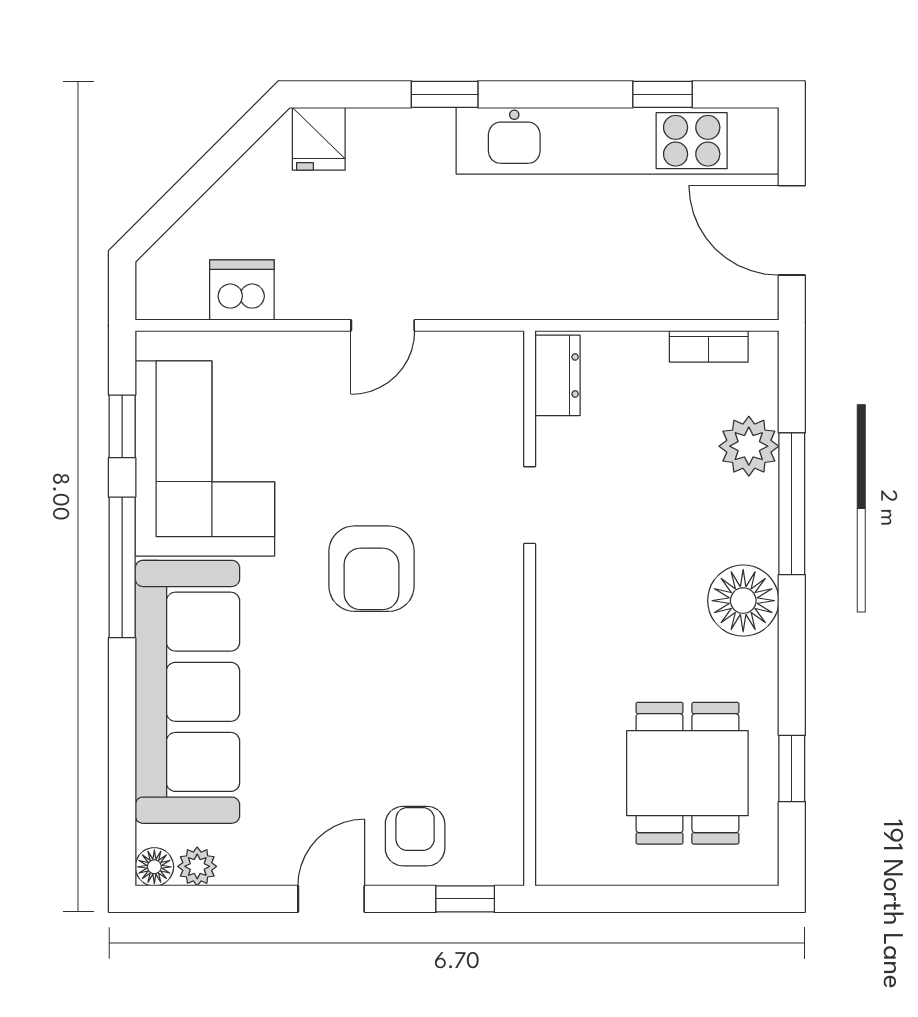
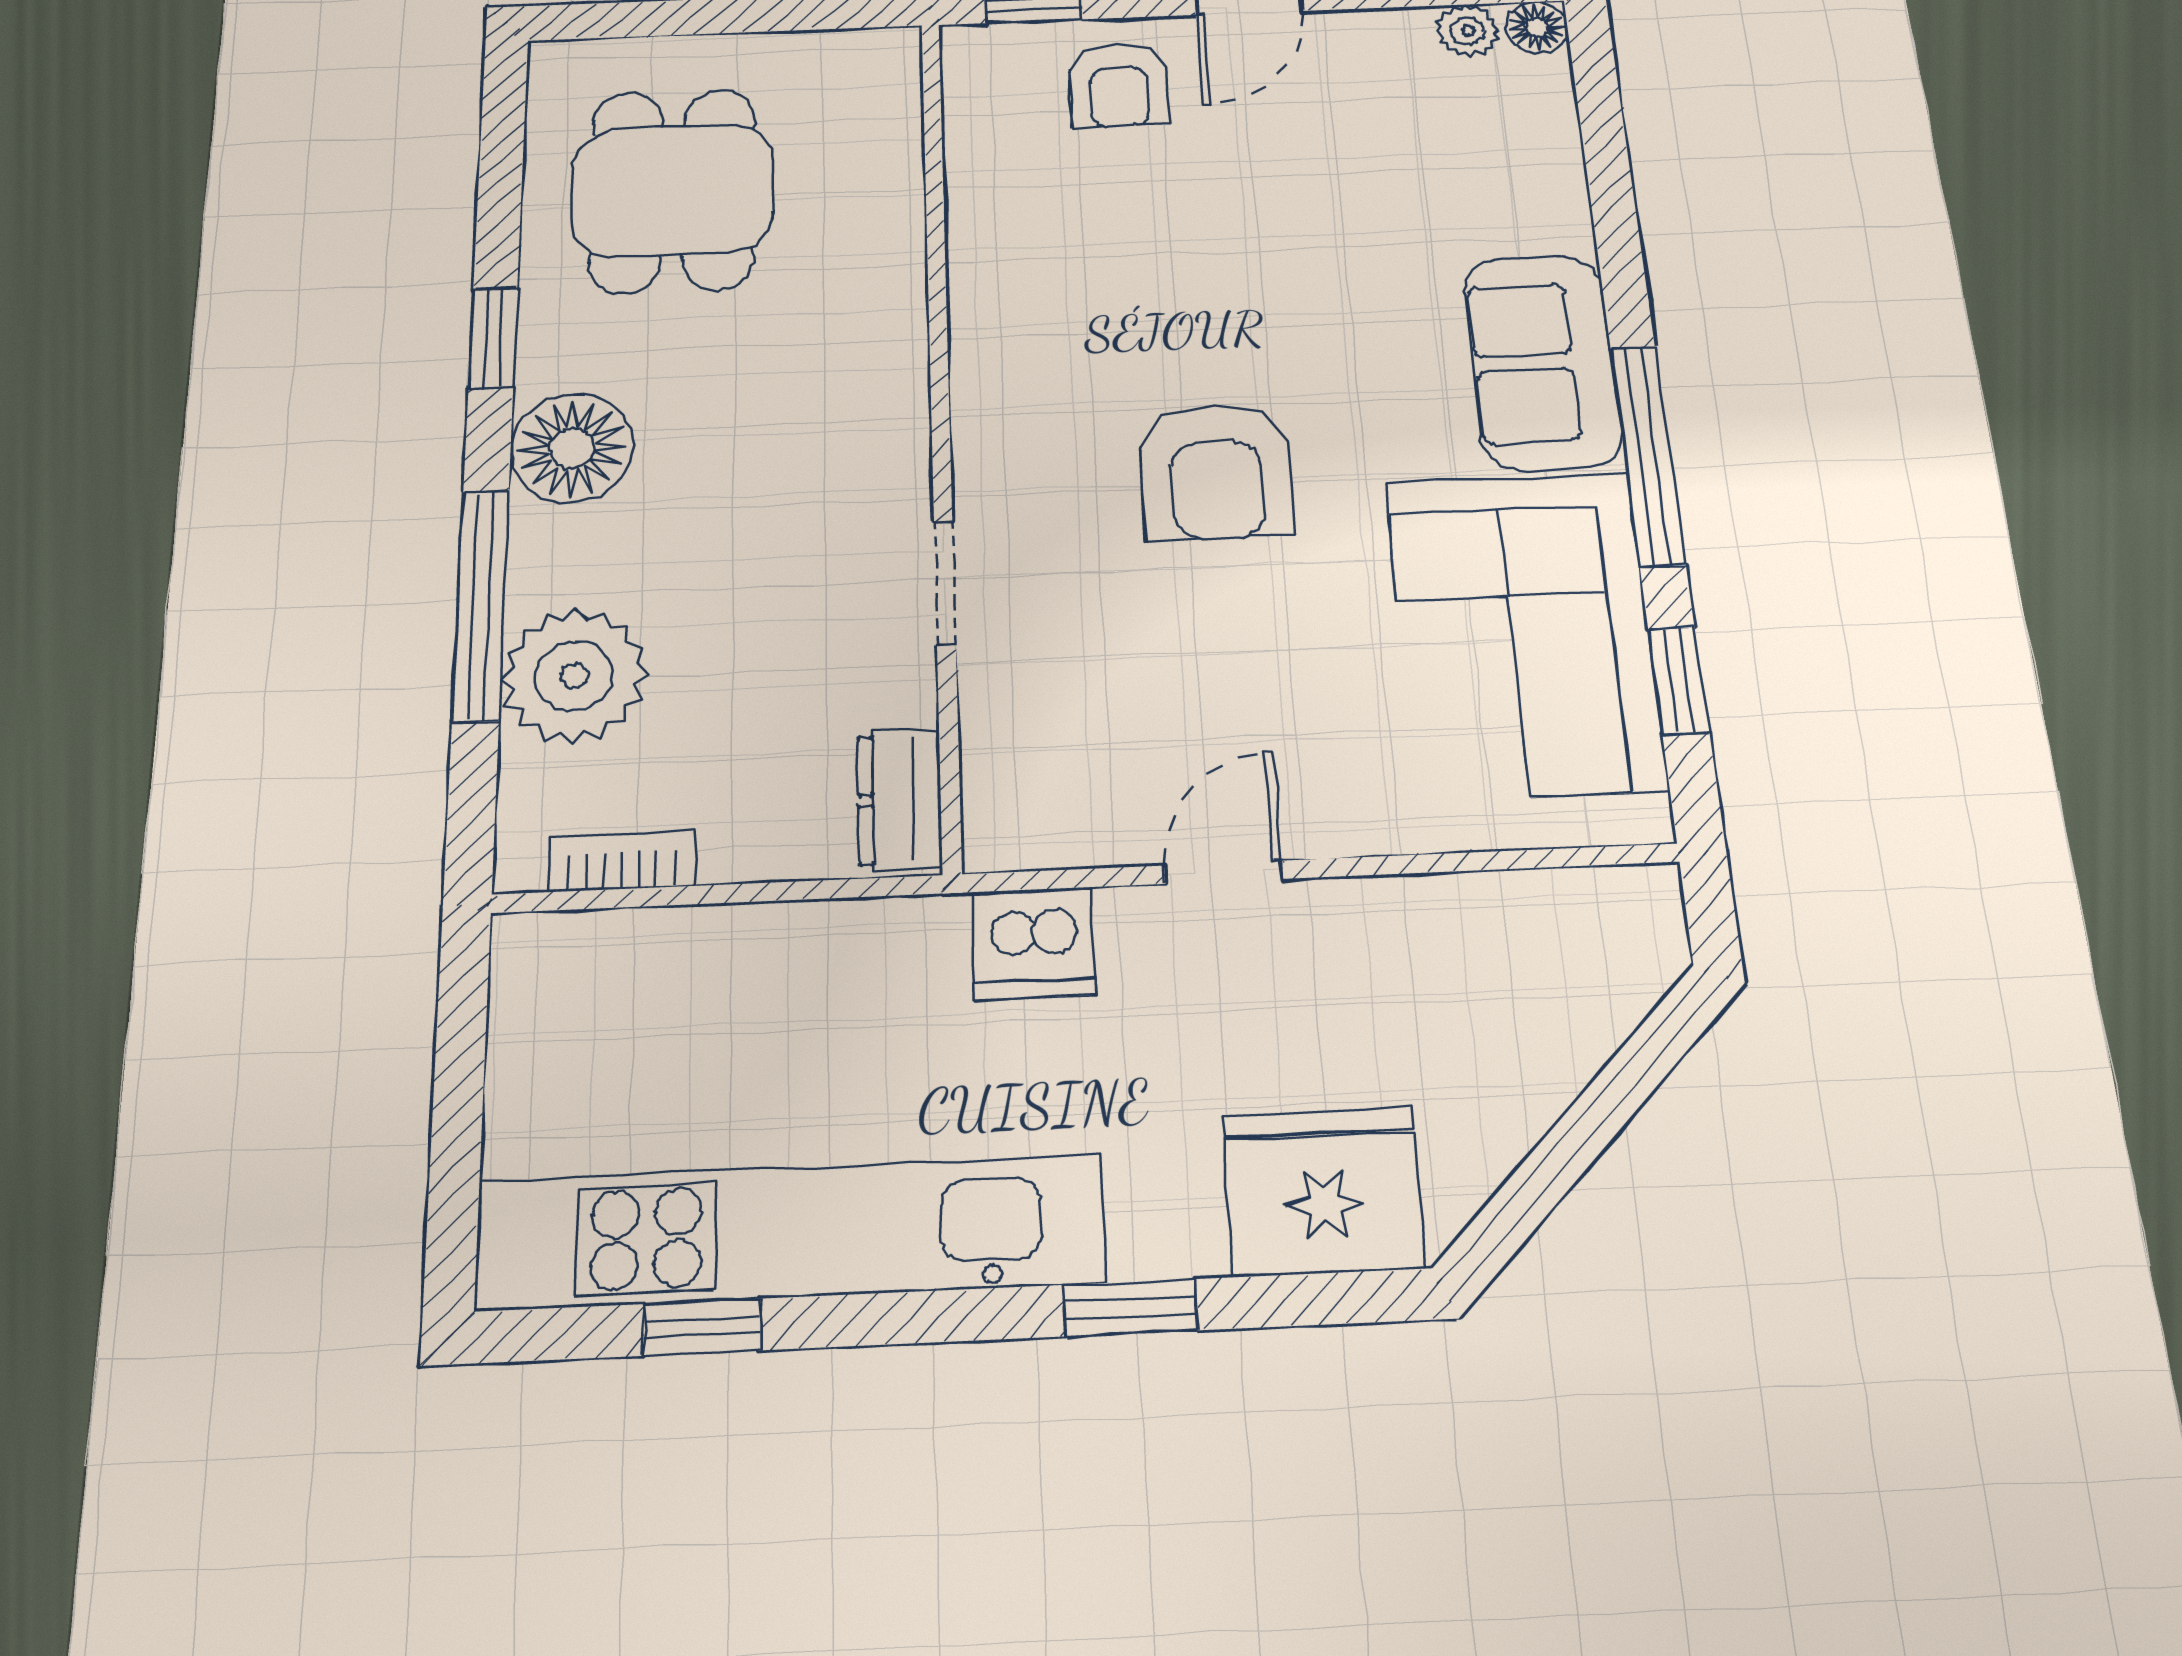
fridge: (319, 139) -> (1323, 1191), width x1.88, depth x1.34
door: (792, 230) -> (459, 1077), removed
dishwasher: (242, 290) -> (1033, 943), moved
plant: (749, 446) -> (574, 676), width x1.36, depth x1.36
armchair: (371, 569) -> (1216, 471), turned 180
sofa: (187, 692) -> (1542, 362), width x0.54, depth x0.79
window: (792, 768) -> (493, 338), moved

